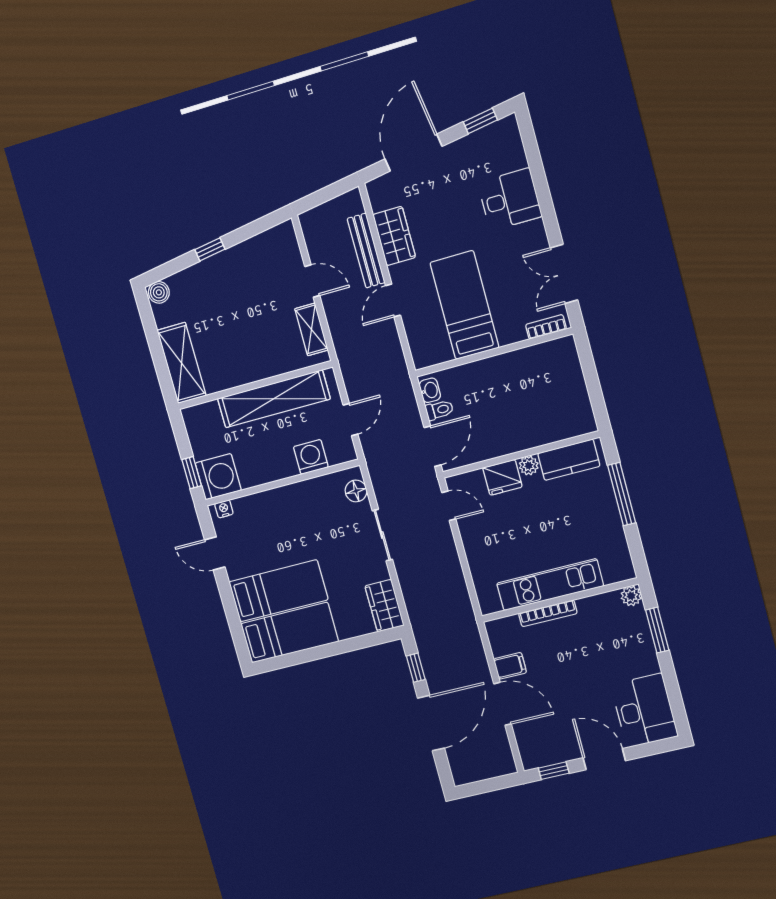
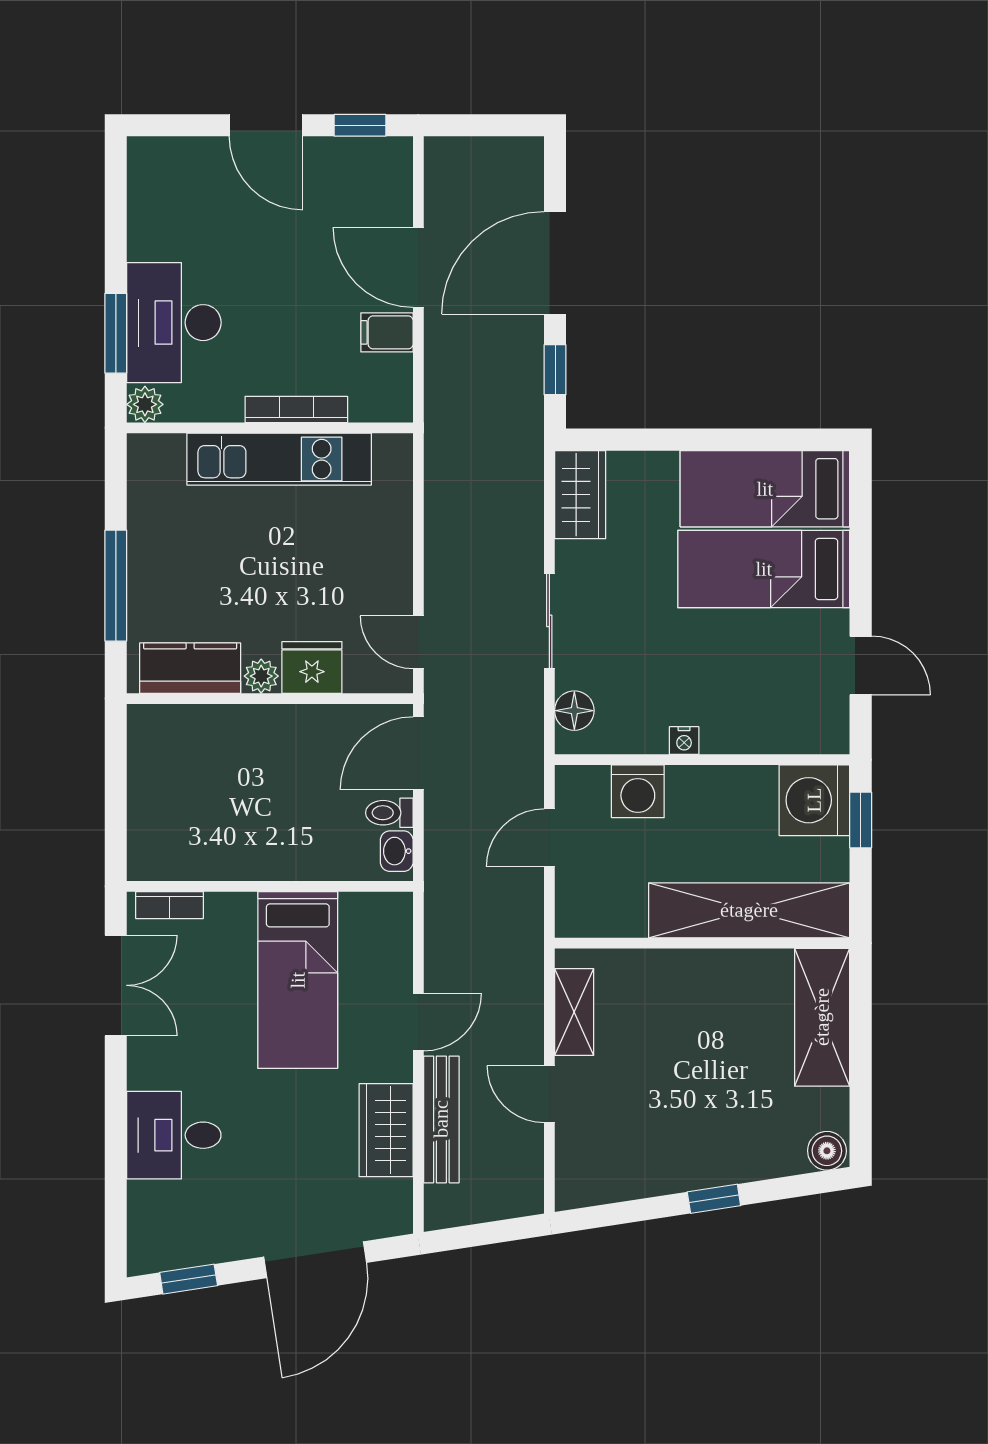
shelving: (274, 399) -> (749, 910), moved
nightstand: (224, 509) -> (684, 741), moved
desk: (644, 710) -> (174, 323), moved

